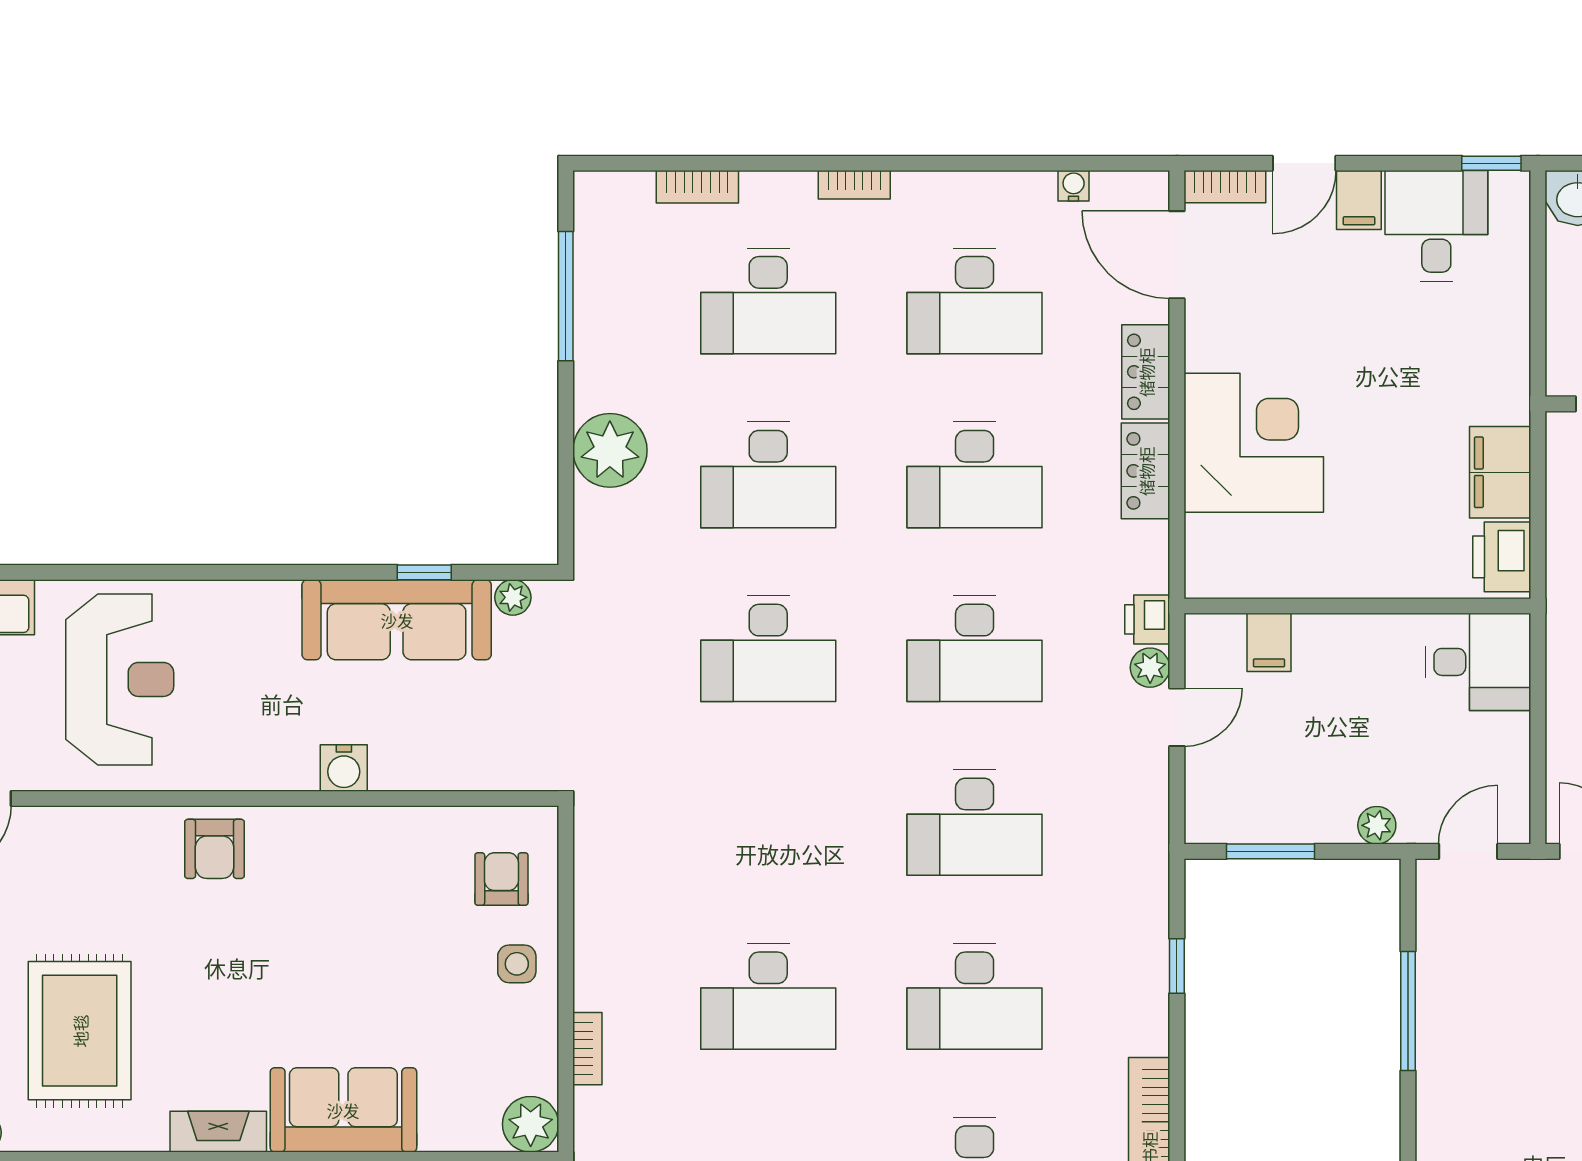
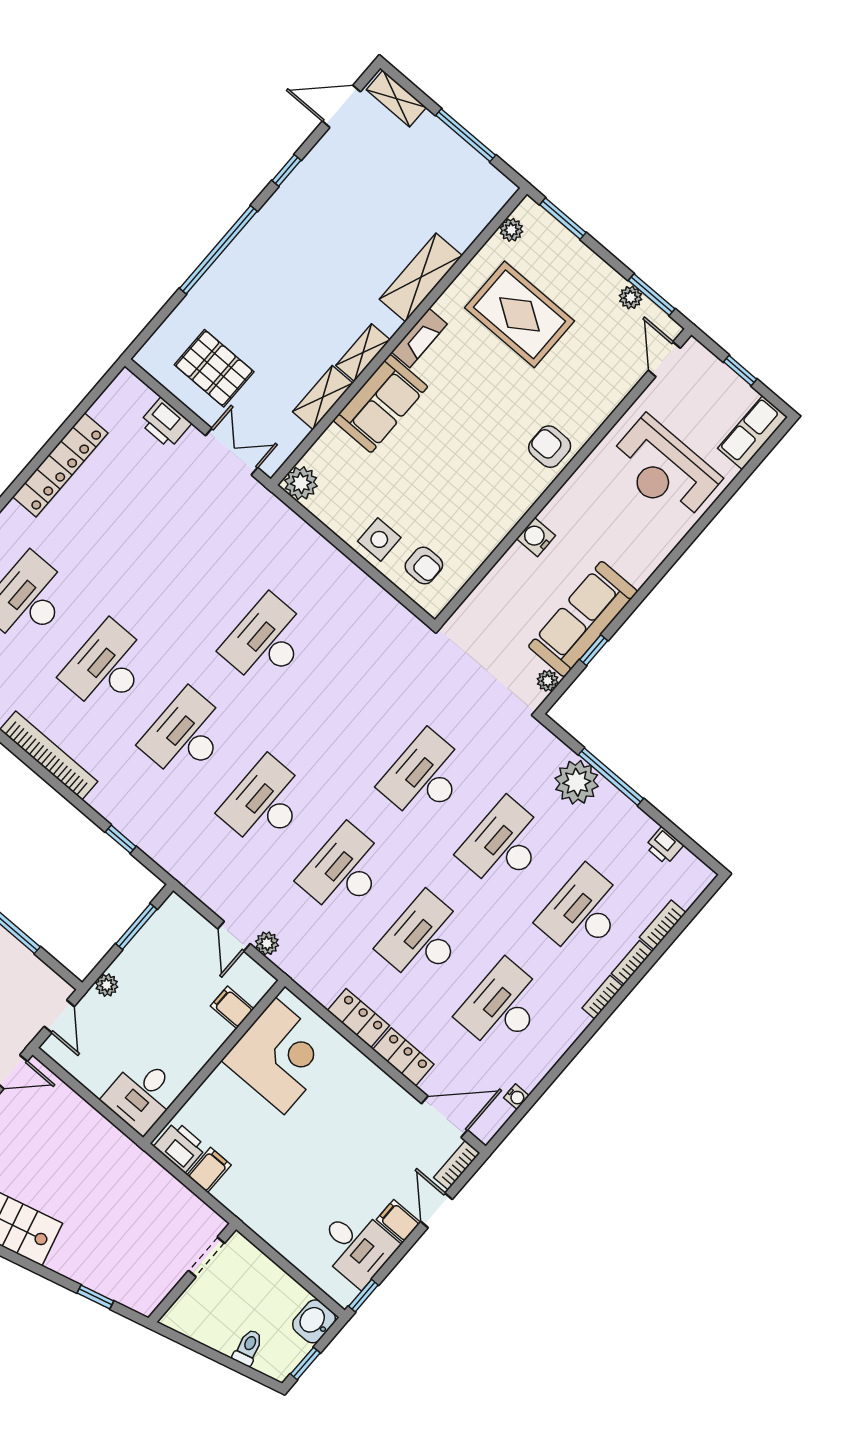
window: (566, 296) -> (611, 777), moved
corner desk: (1254, 443) -> (280, 1056), moved, turned -90
filing cabinet: (1500, 472) -> (209, 1170), width x0.50
printer: (1147, 619) -> (664, 846), moved, turned 180
side table: (517, 964) -> (379, 539), width x1.37, depth x1.37
bookcase: (587, 1049) -> (632, 962), moved, turned 90

